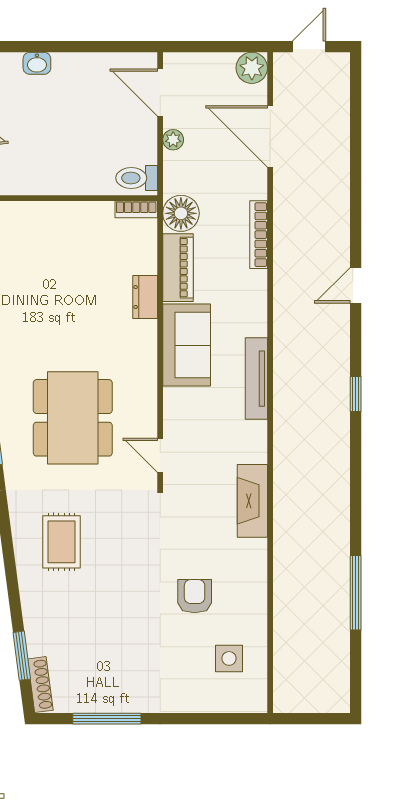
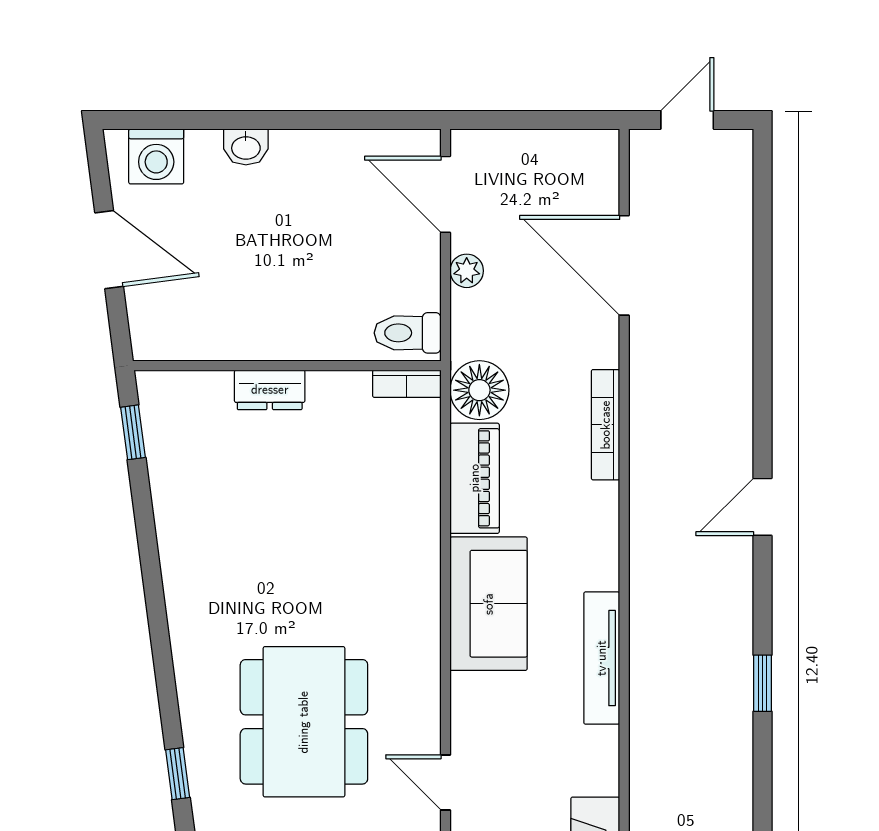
plant: (252, 68) -> (594, 154), removed
dresser: (145, 297) -> (270, 390), moved, turned -90

